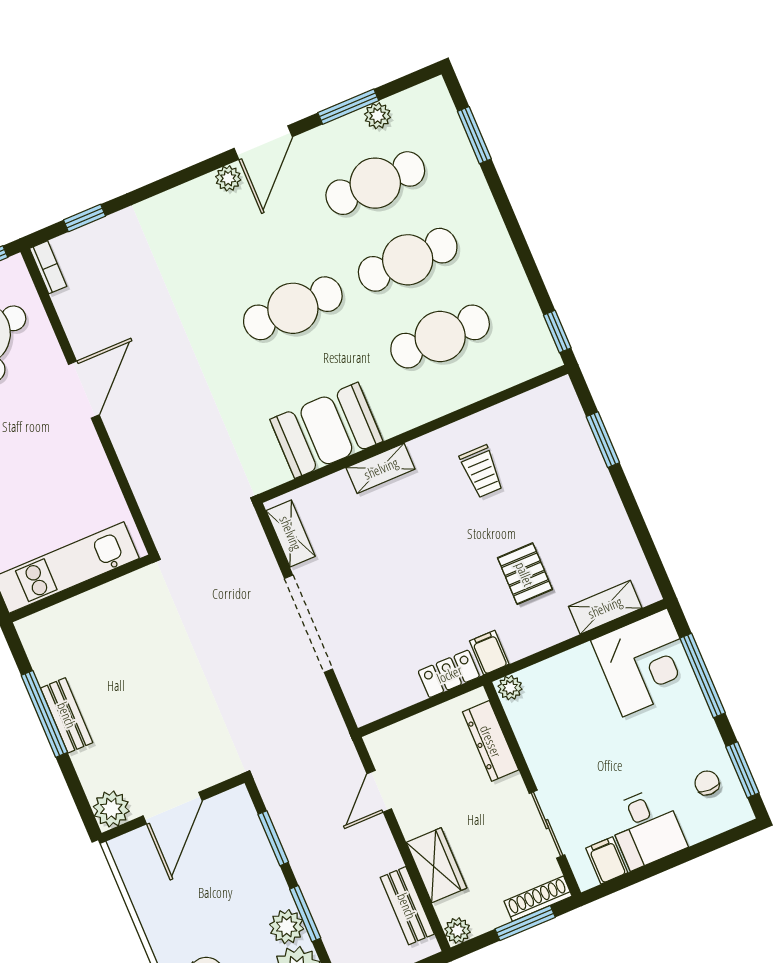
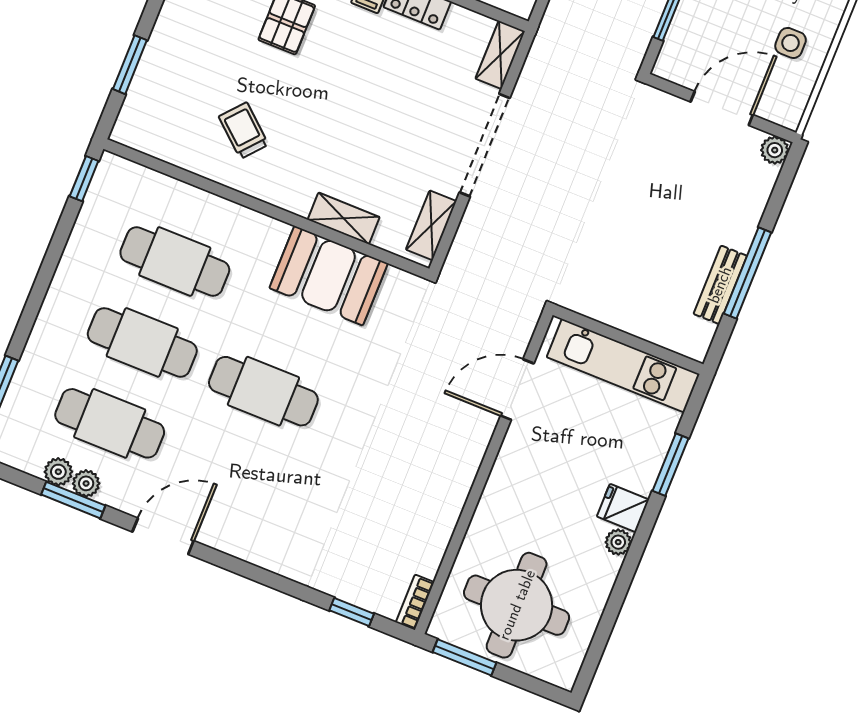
plant: (228, 178) -> (86, 483), moved
door: (84, 390) -> (517, 389), moved
shelving: (381, 468) -> (344, 218), moved
trolley: (482, 471) -> (244, 131), turned -49
shelving: (359, 695) -> (500, 55), added
bench: (67, 715) -> (720, 285), moved
plant: (111, 809) -> (775, 150), width x0.73, depth x0.73
side table: (170, 899) -> (791, 43), added

